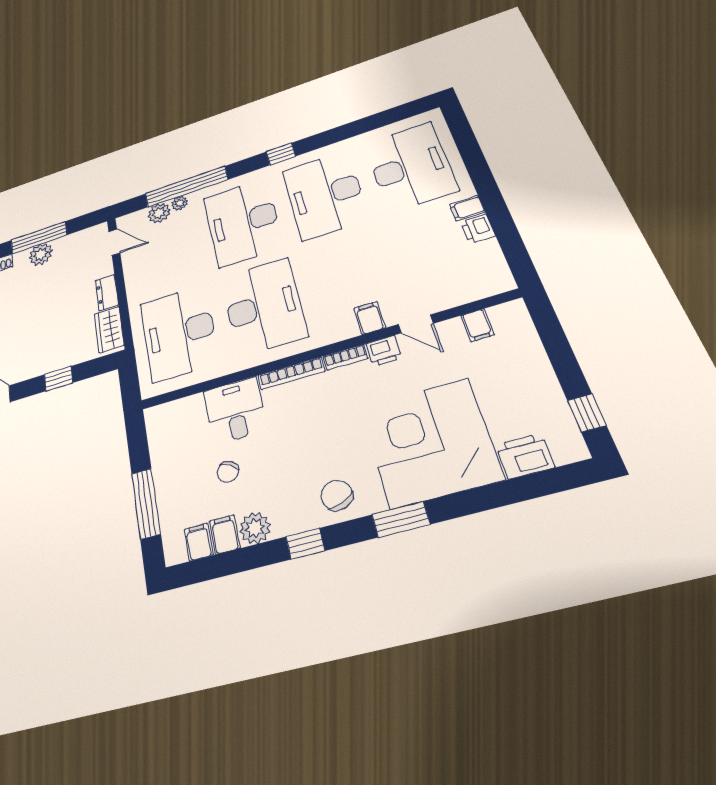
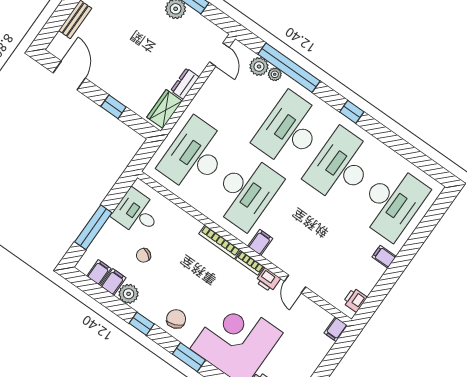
printer: (478, 229) -> (355, 300), moved
filing cabinet: (370, 318) -> (260, 242), moved
filing cabinet: (477, 325) -> (336, 329), moved
desk: (235, 410) -> (137, 213), moved, turned -90

